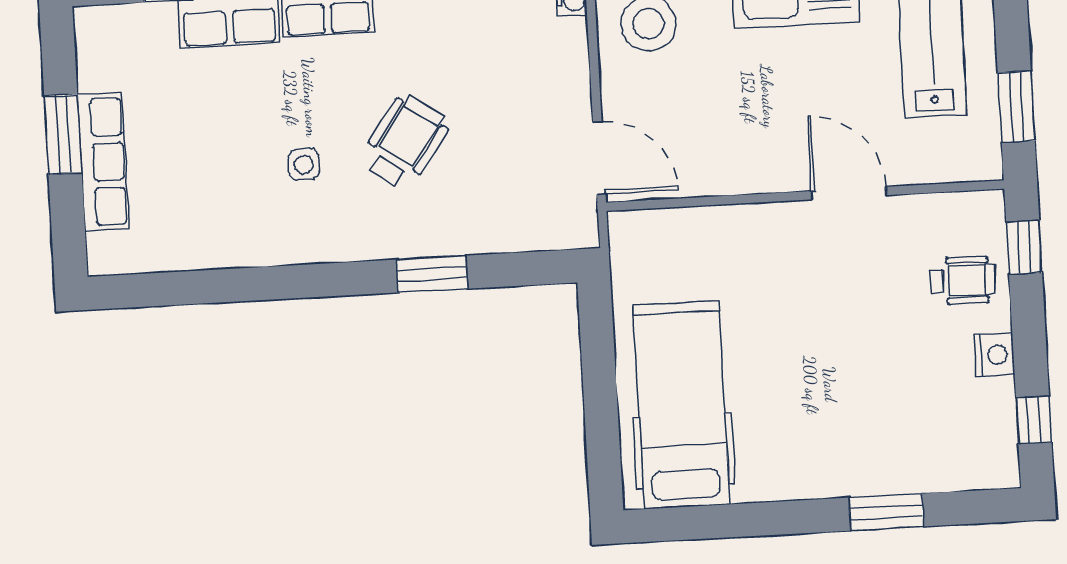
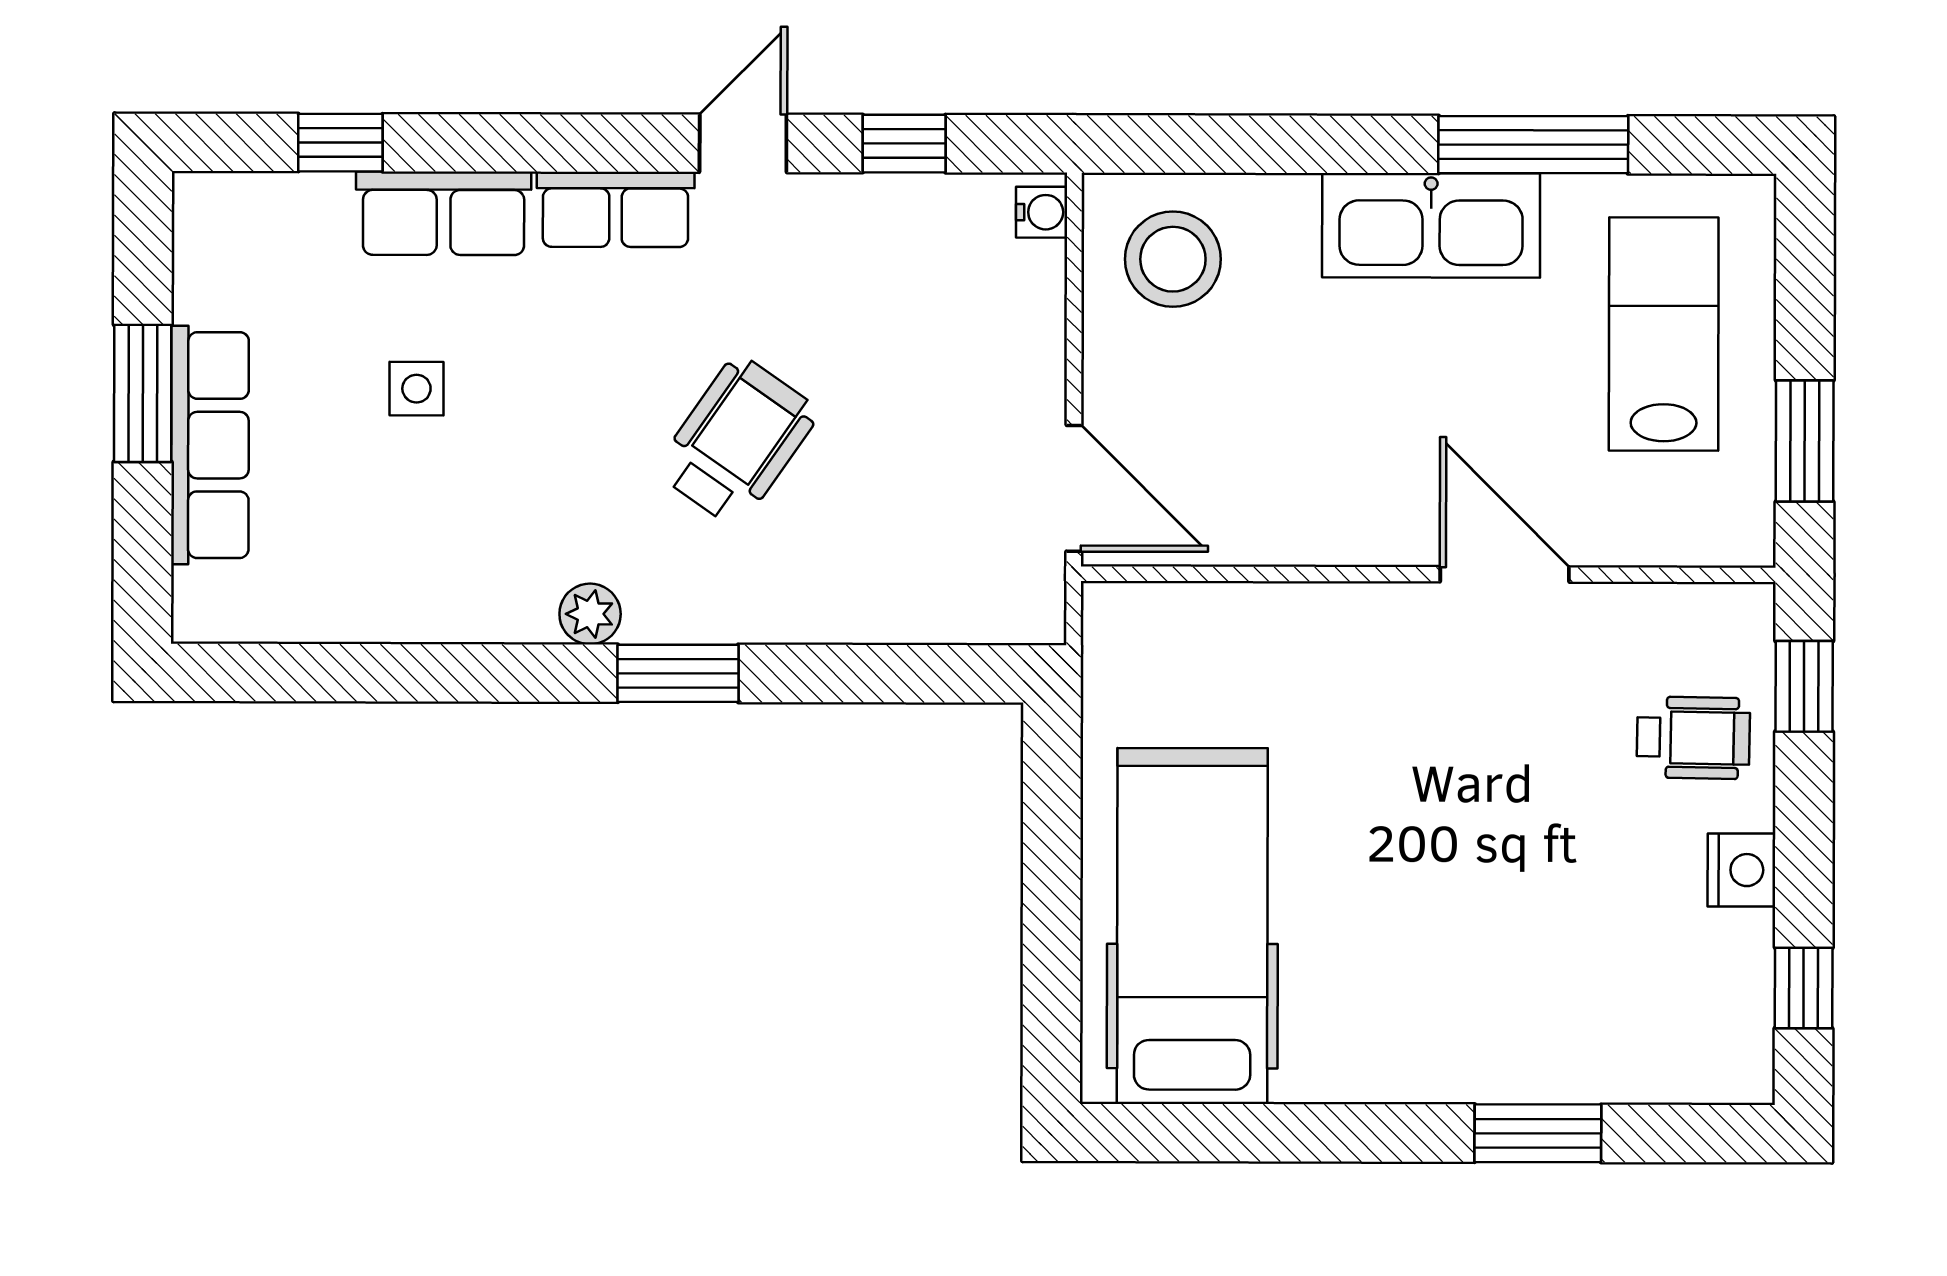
side table: (304, 164) -> (416, 389), moved
plant: (326, 246) -> (590, 614), added
window: (432, 274) -> (678, 673), moved

